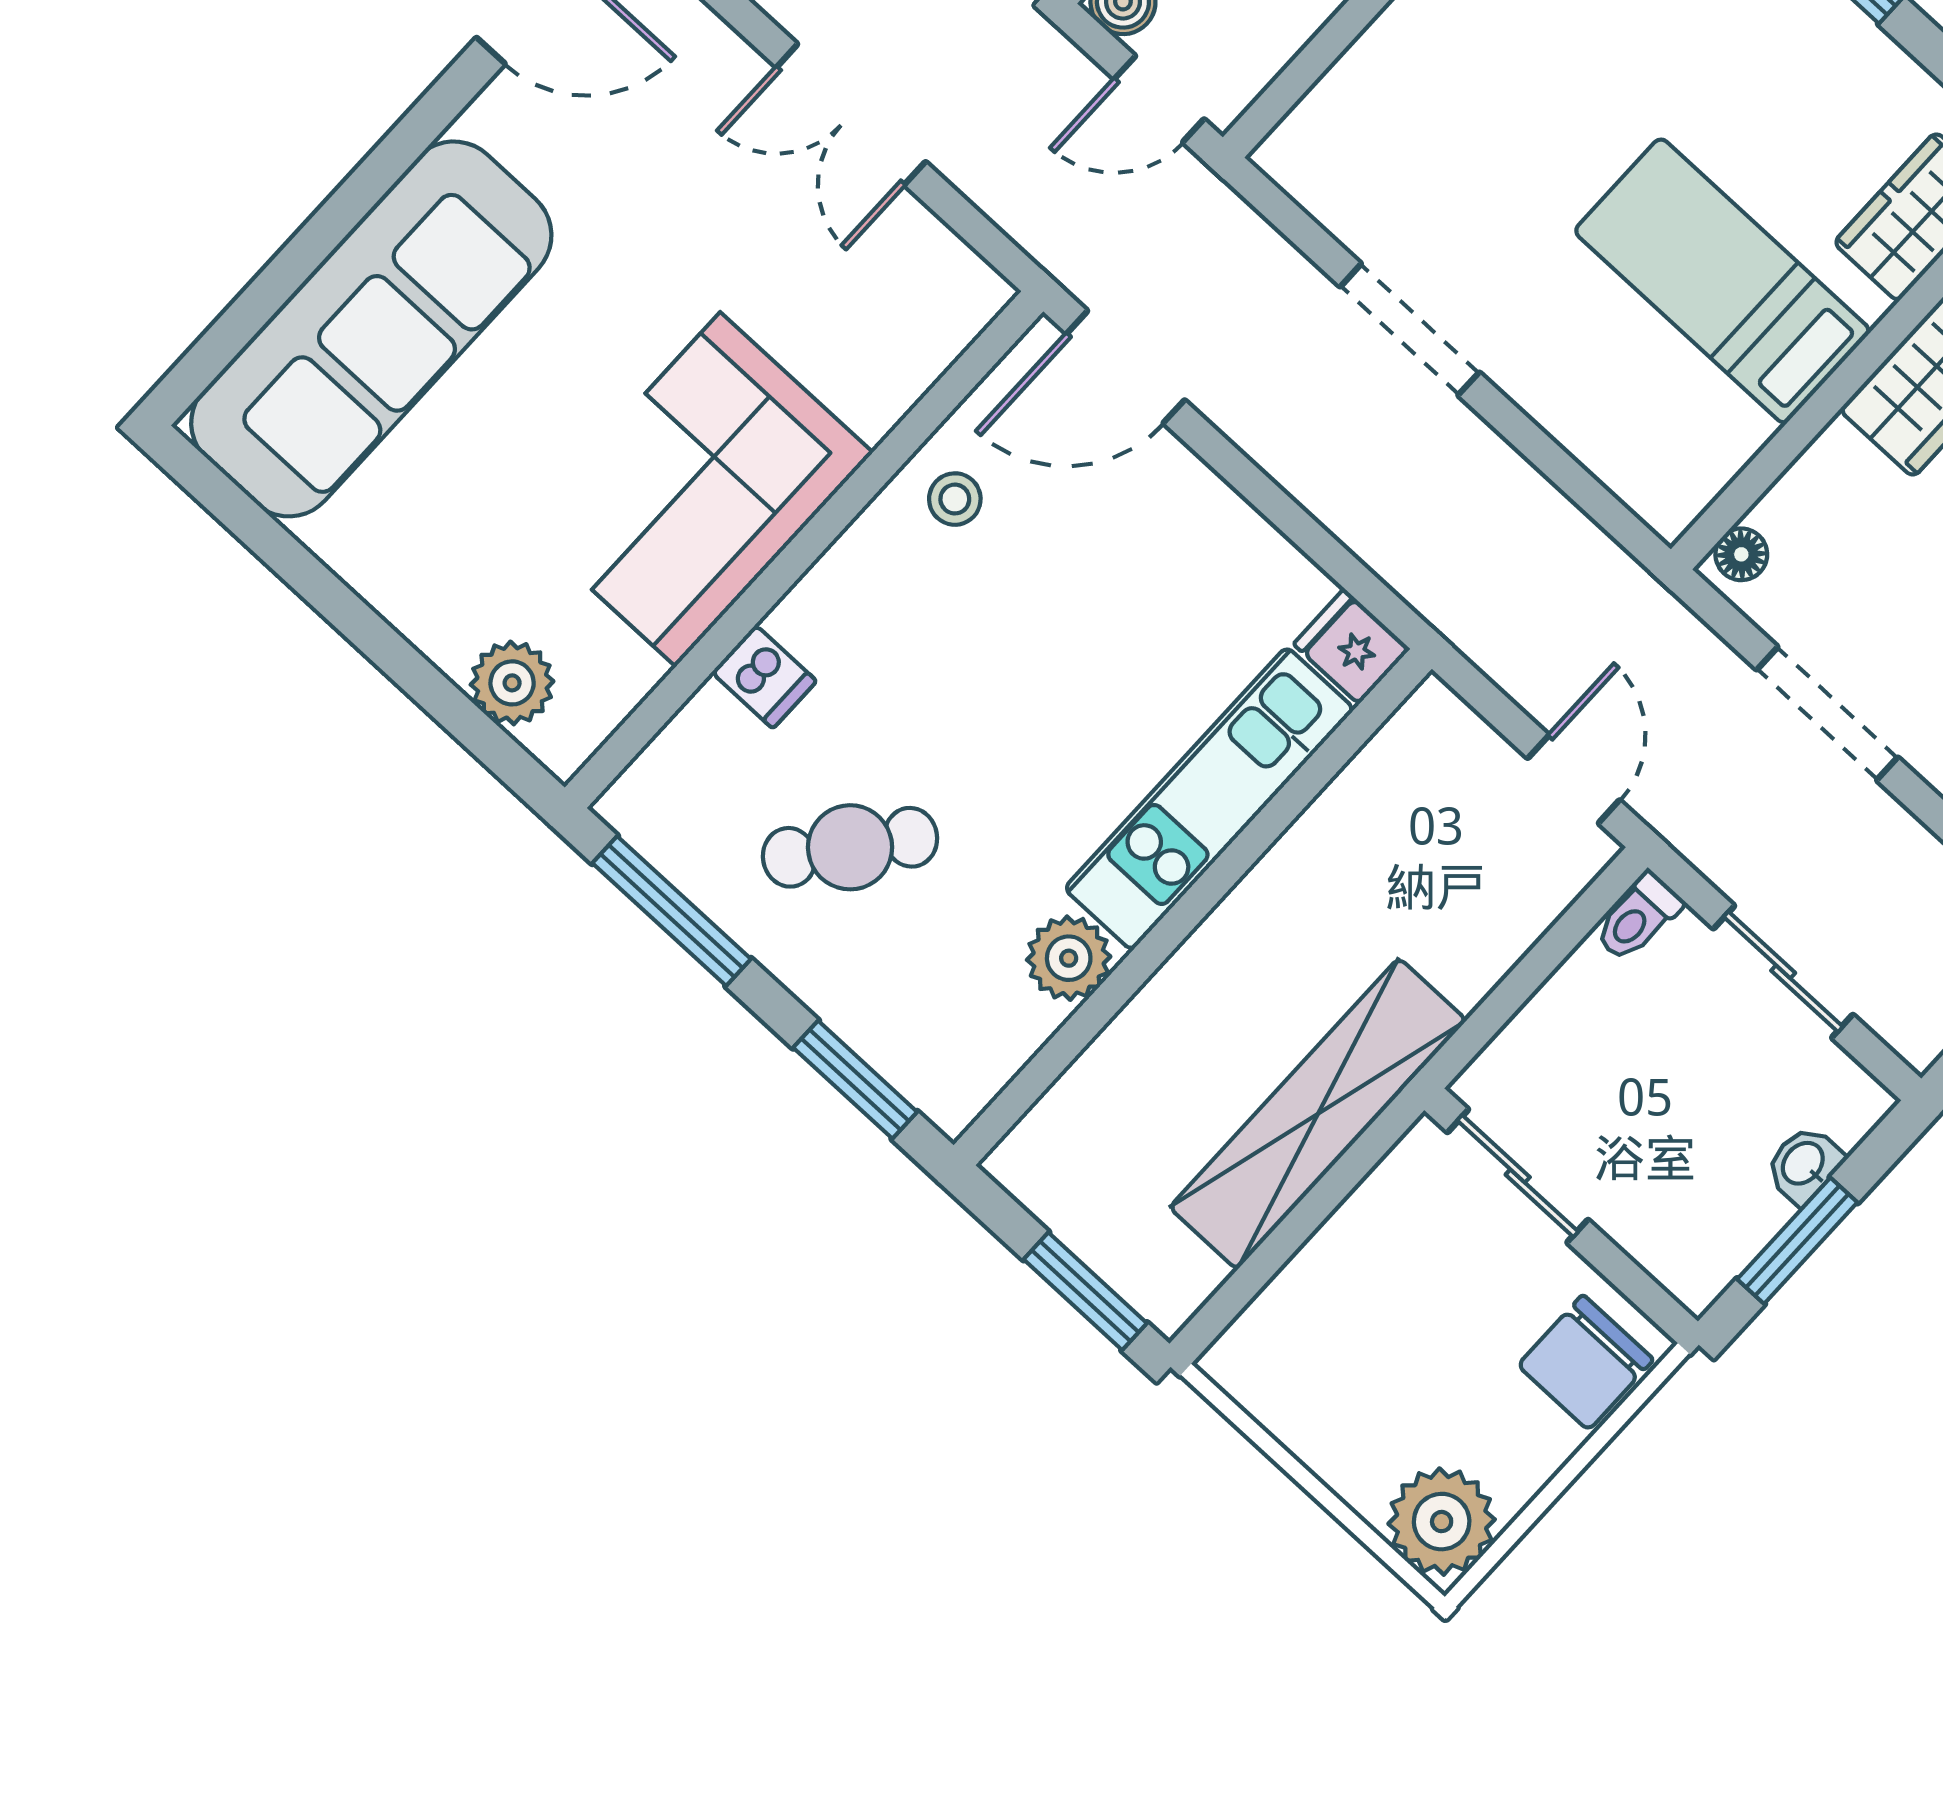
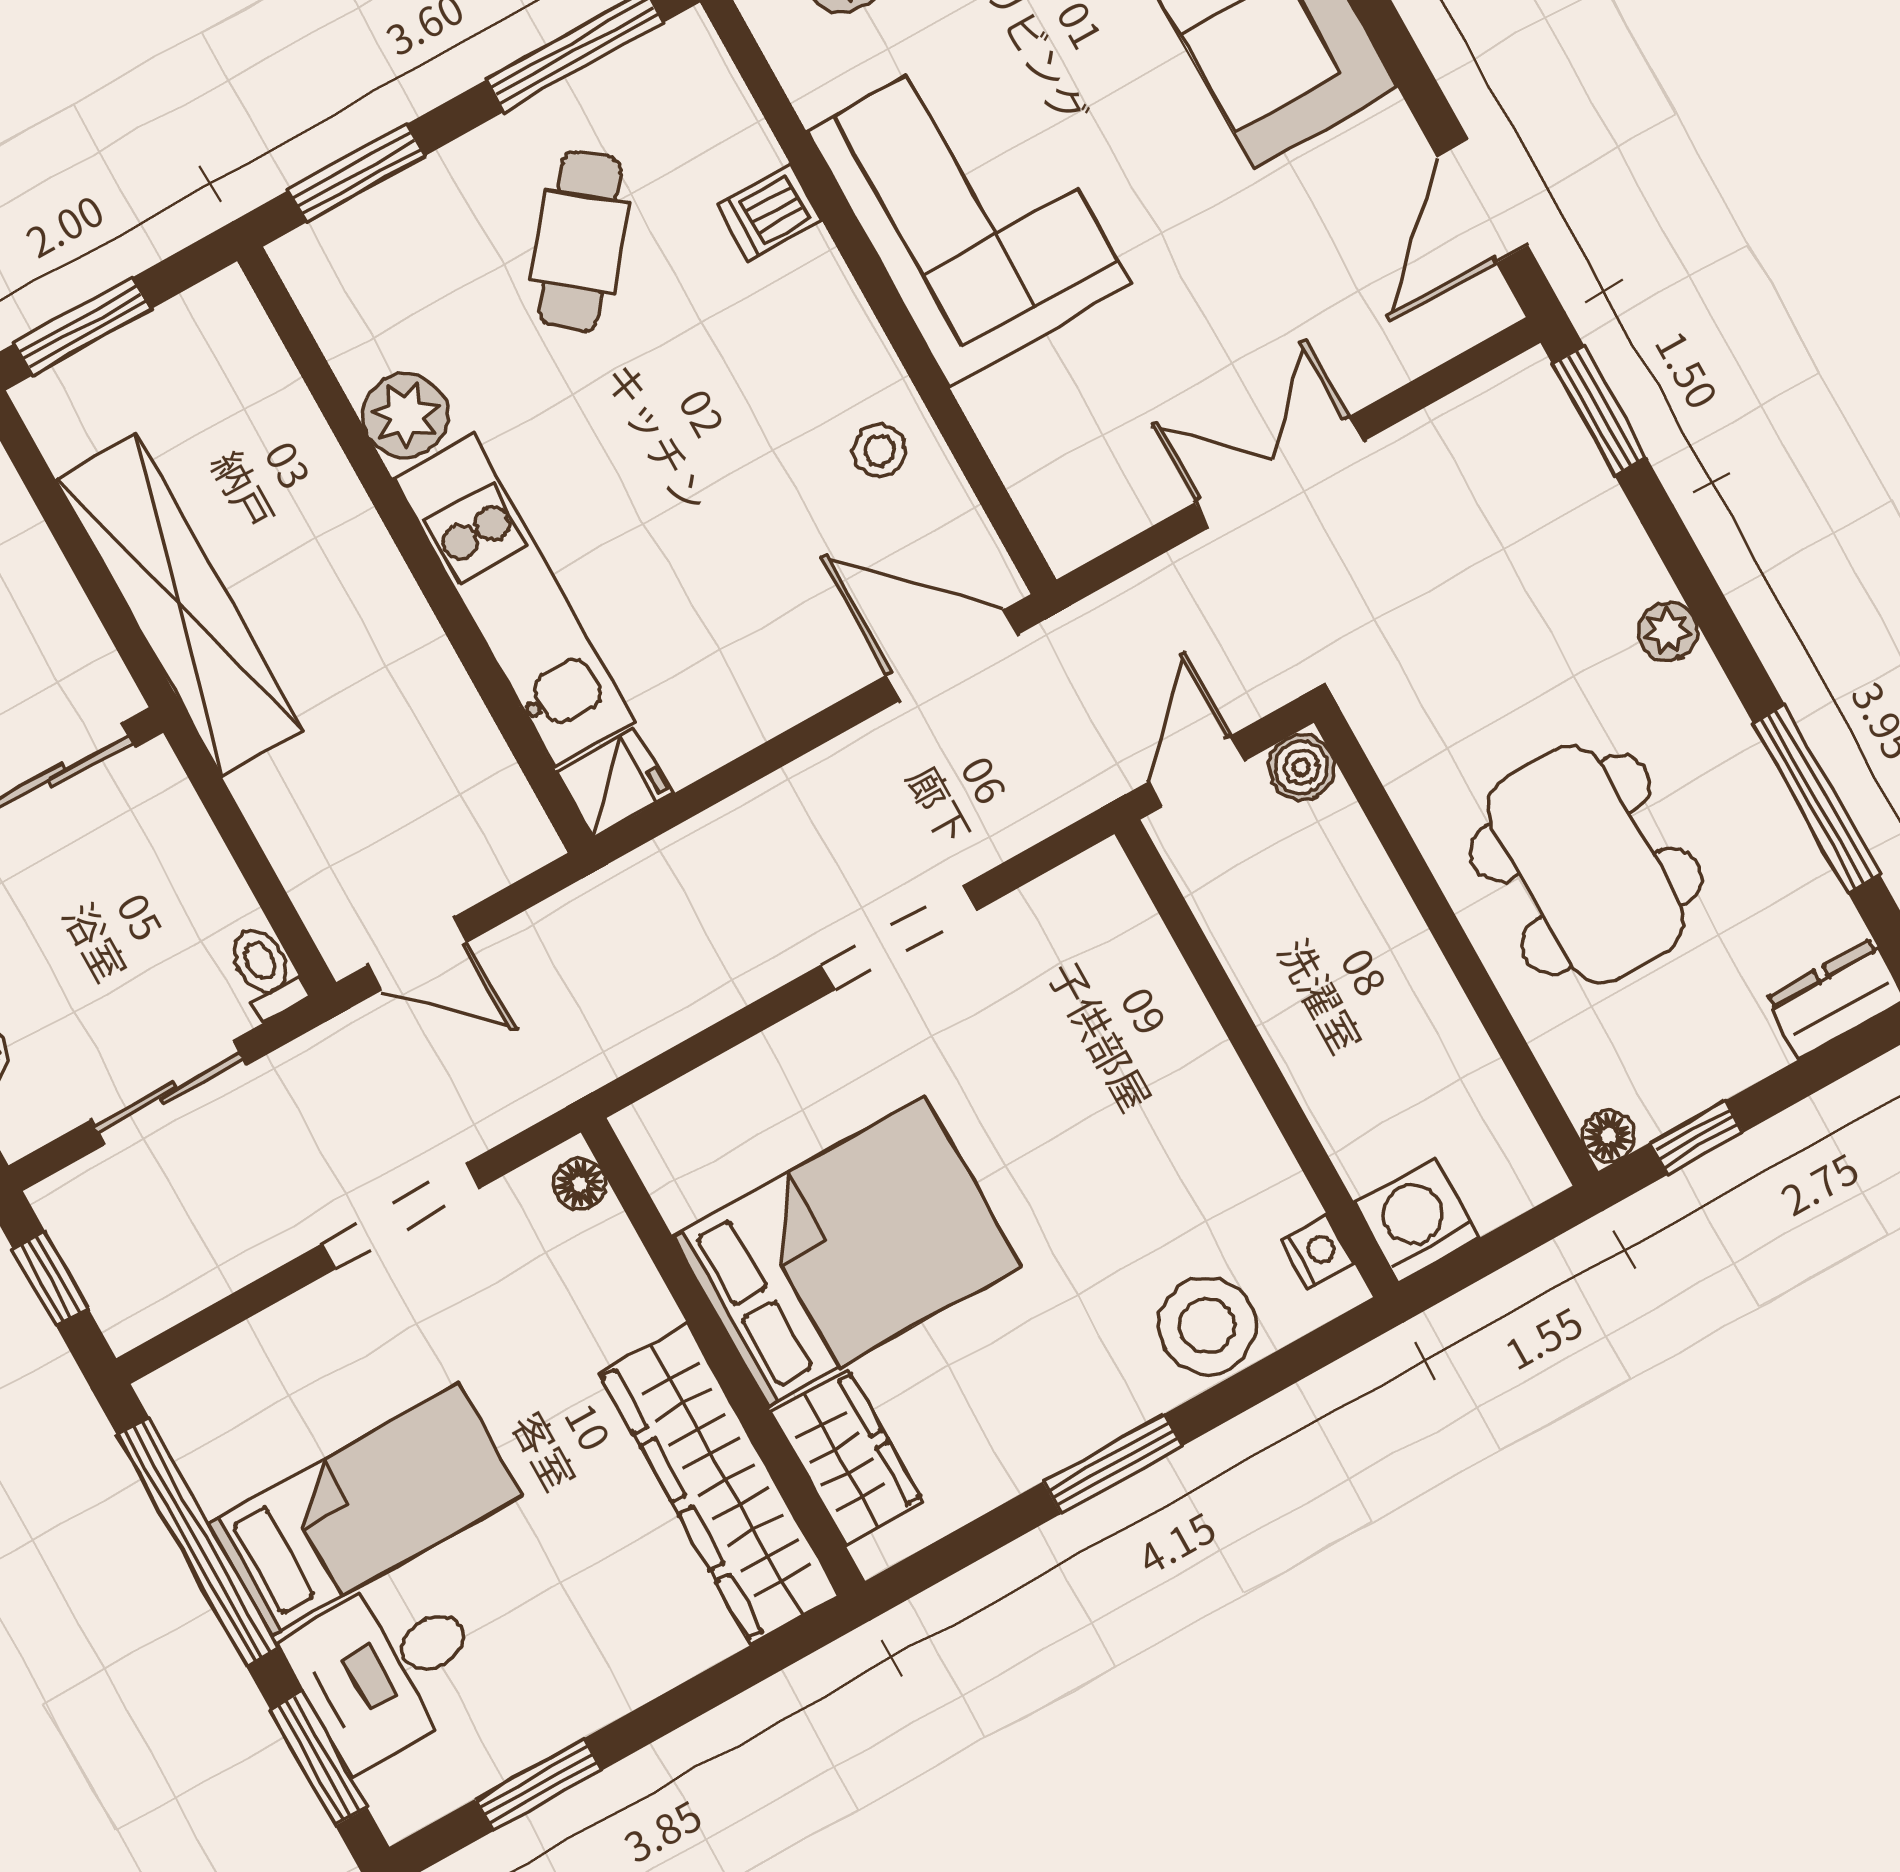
bed: (1722, 281) -> (847, 1252), width x1.50
door: (1125, 367) -> (952, 655), hinge flipped

